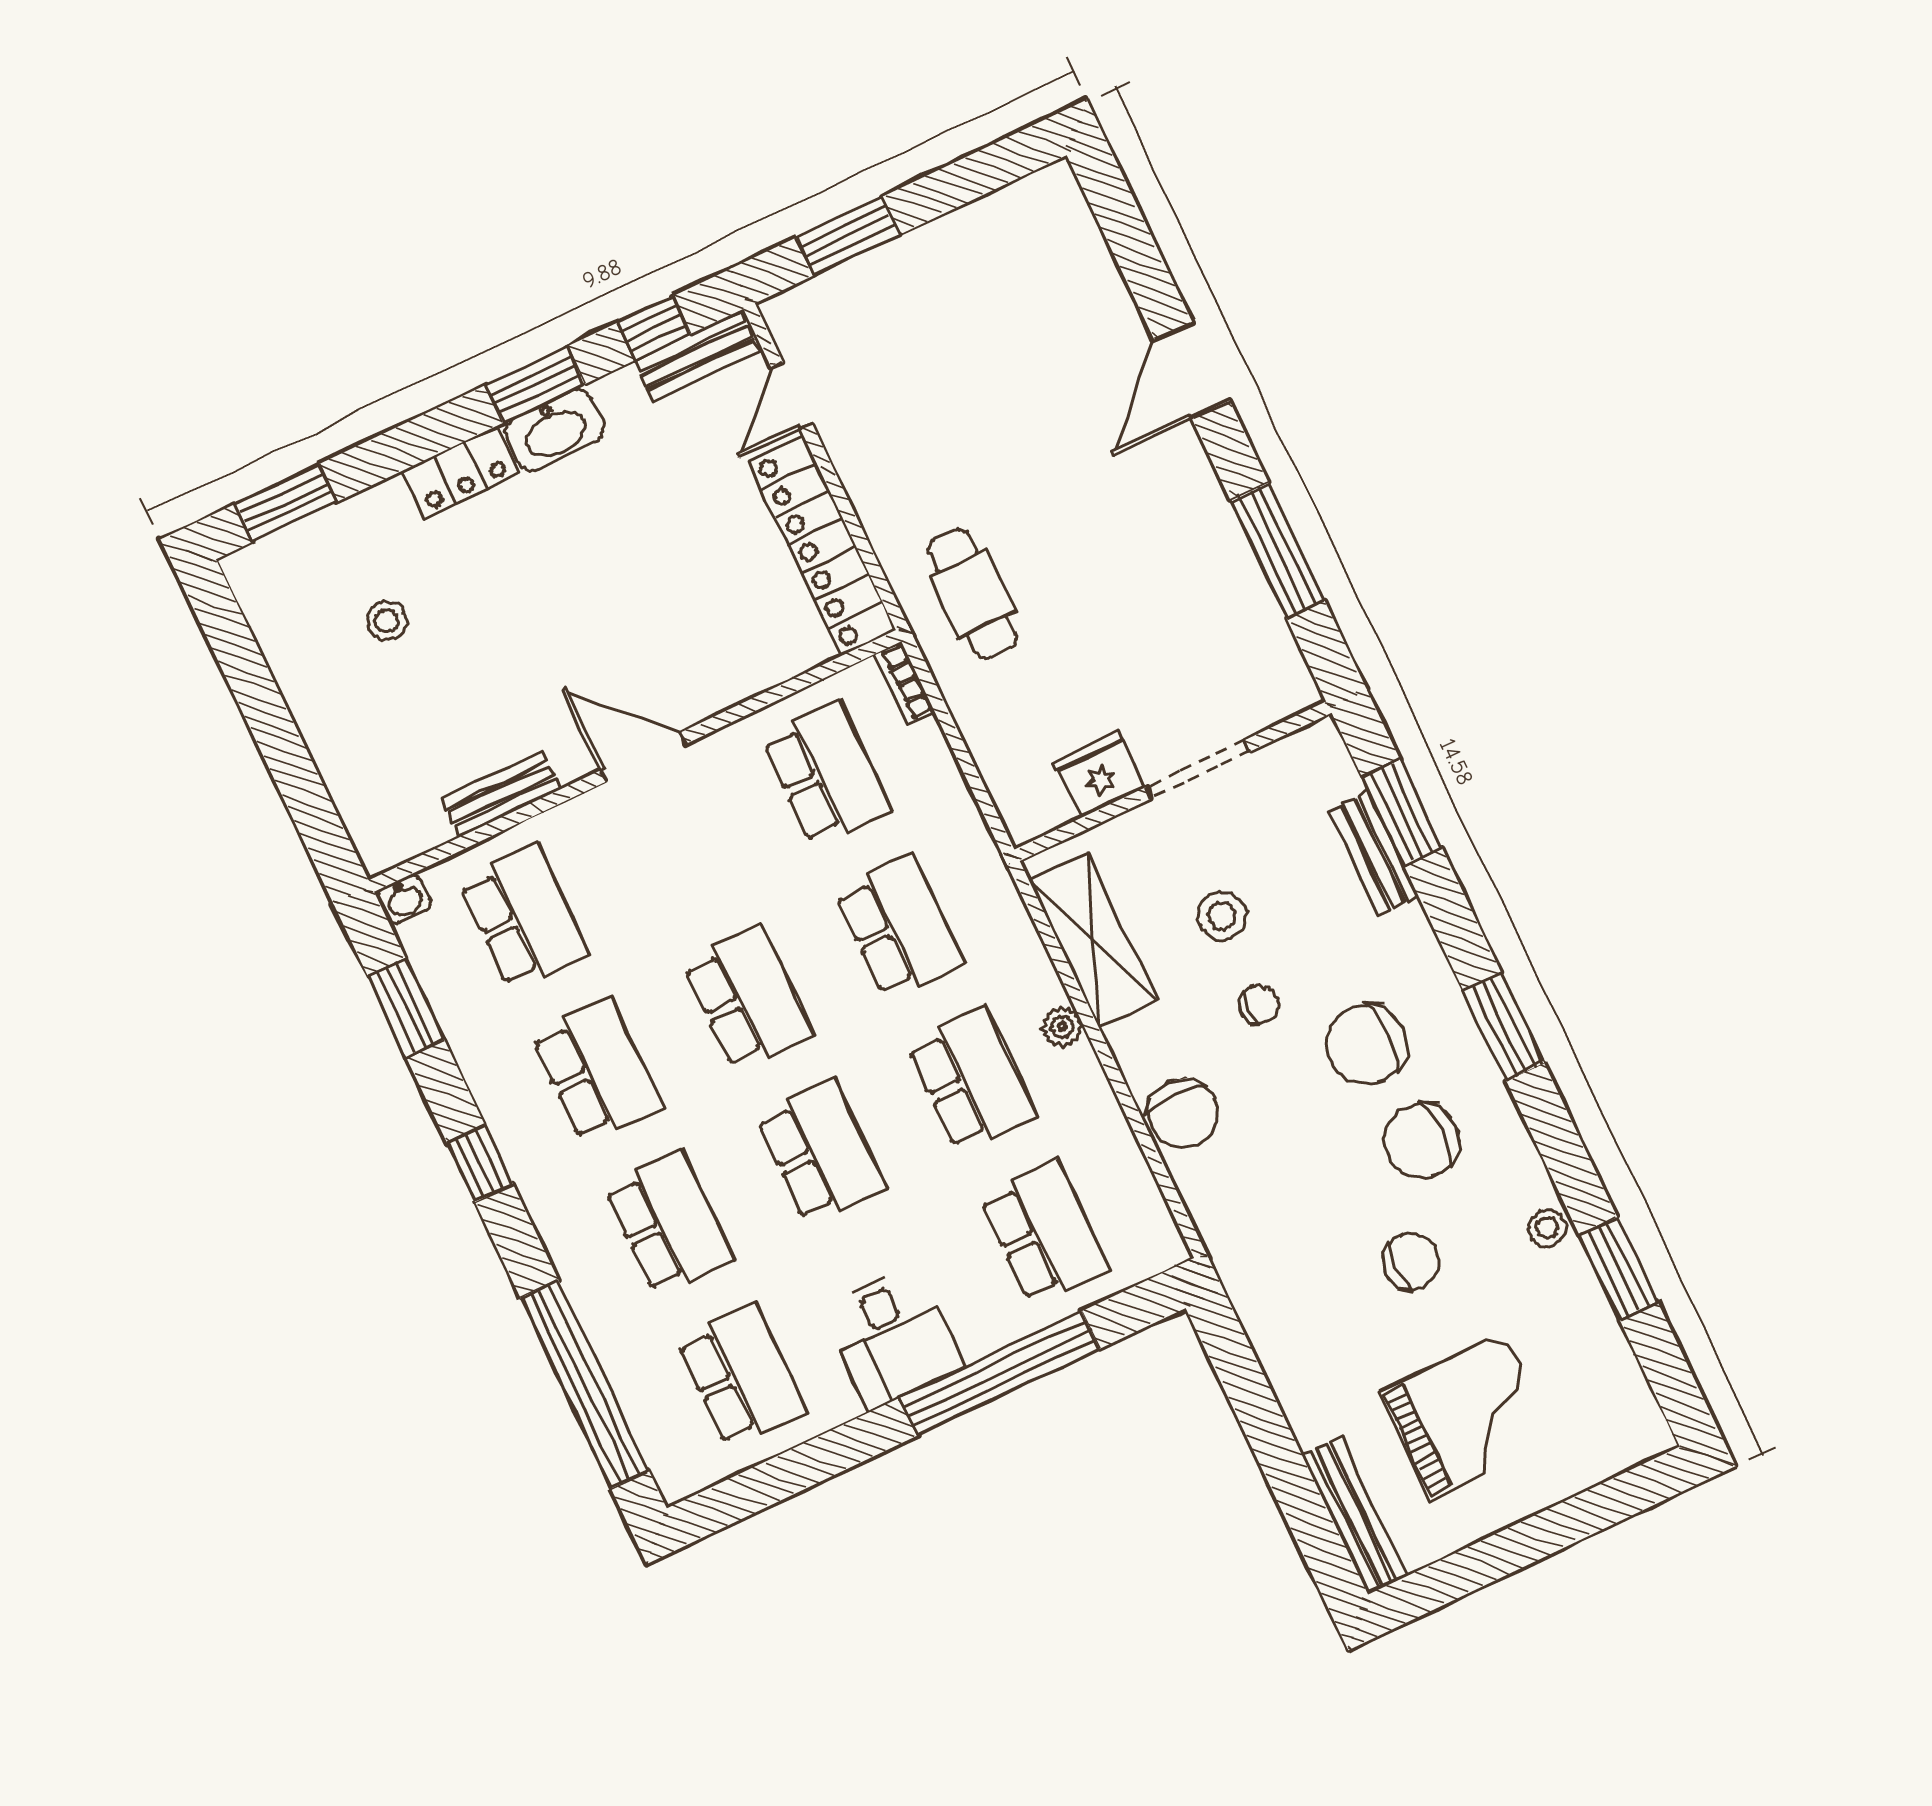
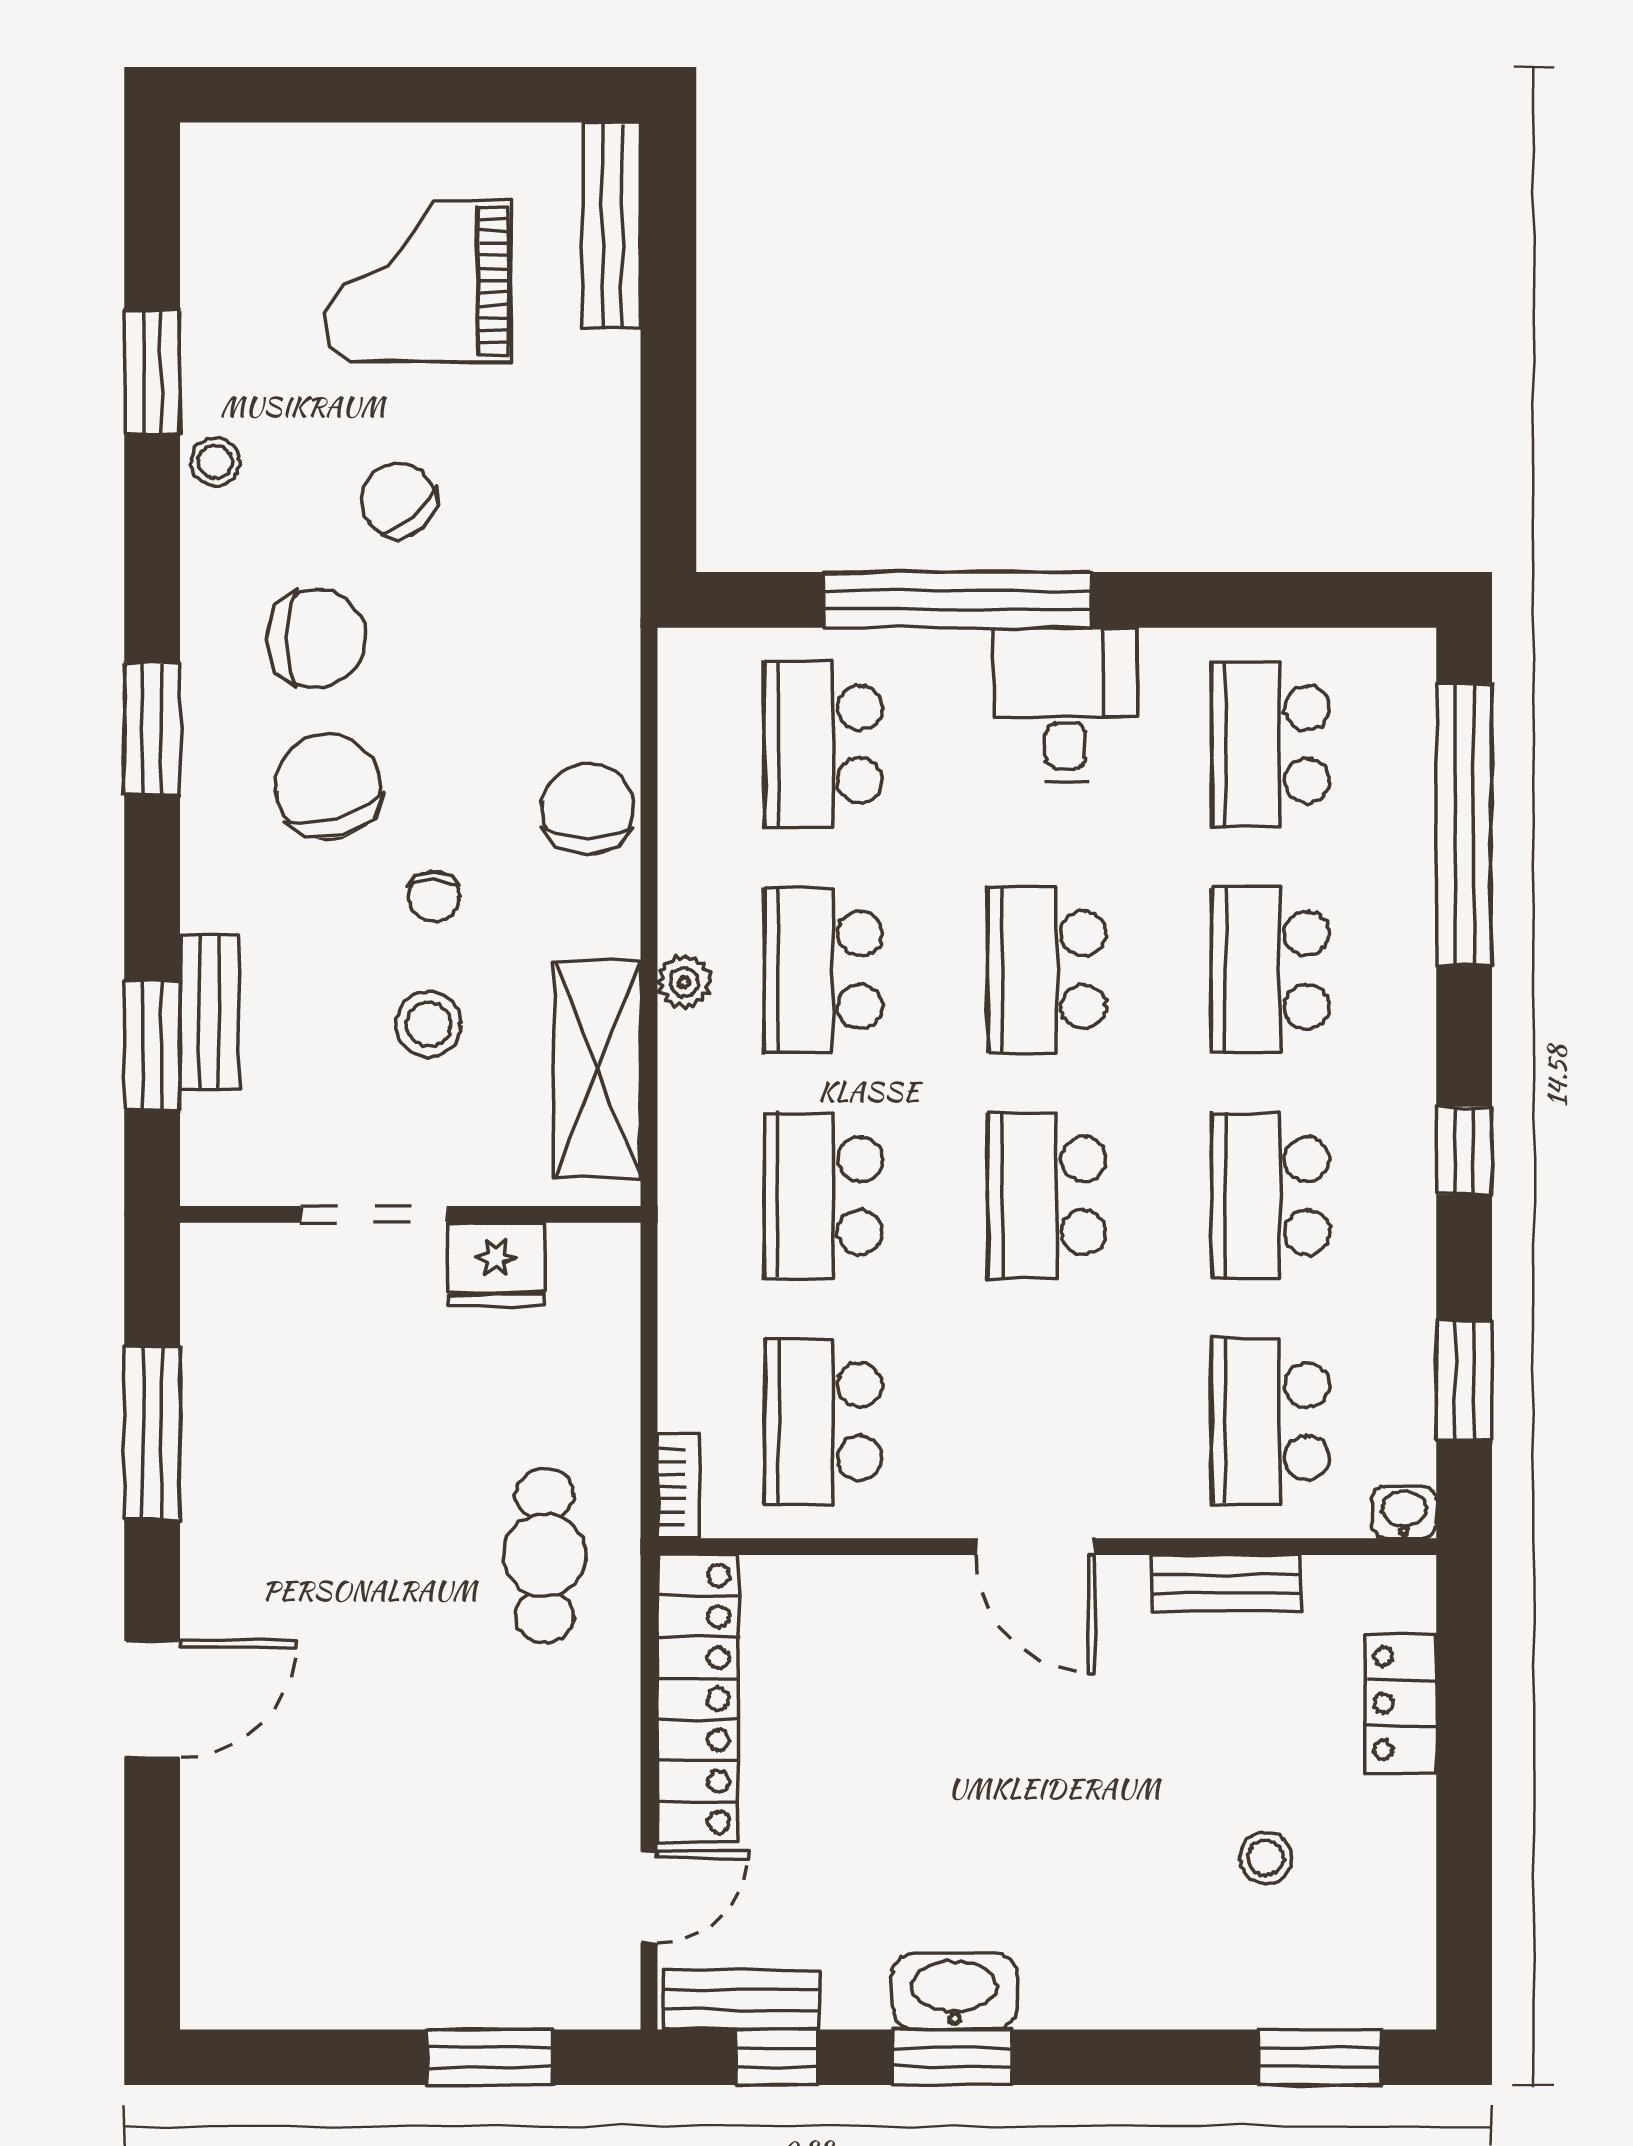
locker: (460, 473) -> (1401, 1703), moved, turned -90
chair: (1259, 1004) -> (434, 896), turned -90
chair: (1366, 1045) -> (328, 786), turned -106
chair: (1411, 1261) -> (398, 500), turned 48

